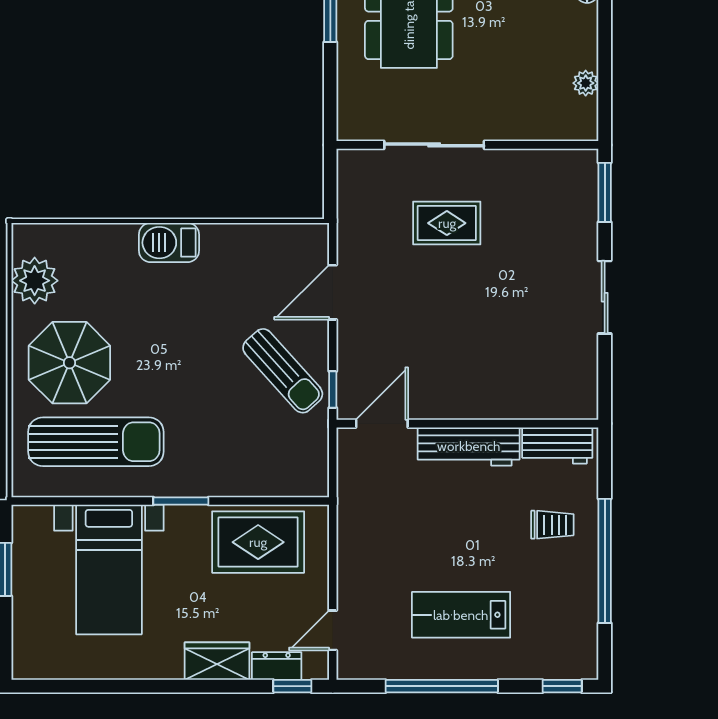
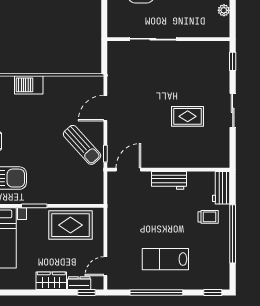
window: (605, 192) -> (233, 61), width x0.67
rug: (447, 223) -> (188, 116), moved
workbench: (557, 445) -> (221, 188), moved, turned 90
workbench: (469, 446) -> (169, 180), width x0.73

